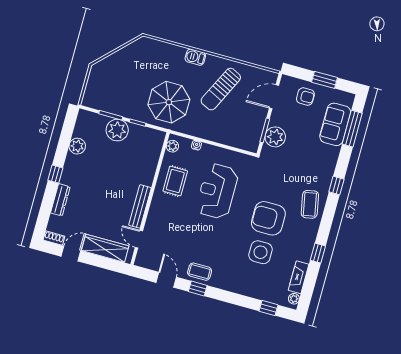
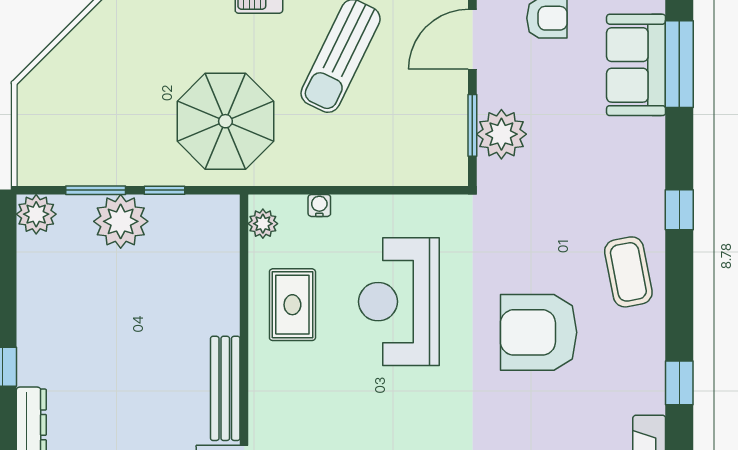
plant: (77, 146) -> (36, 214), moved
side table: (261, 252) -> (542, 418), removed

